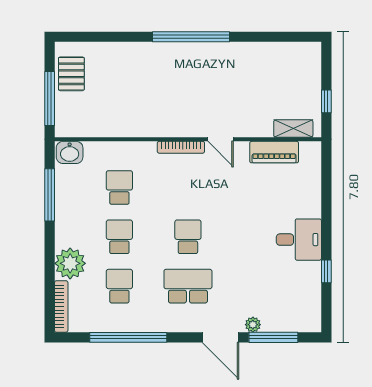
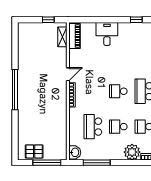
piano: (274, 152) -> (75, 36), moved
school desk: (119, 187) -> (93, 127), width x1.85
desk: (299, 240) -> (107, 34), moved

